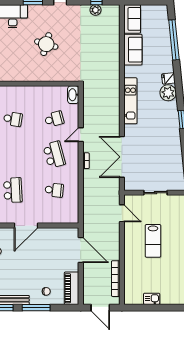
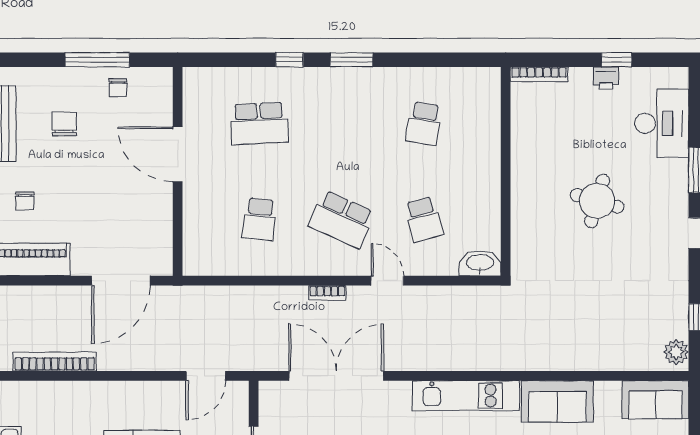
plant: (95, 10) -> (676, 352), moved
sofa: (133, 50) -> (557, 401), moved
school desk: (54, 155) -> (342, 219), turned 39
chair: (13, 274) -> (64, 124), added

